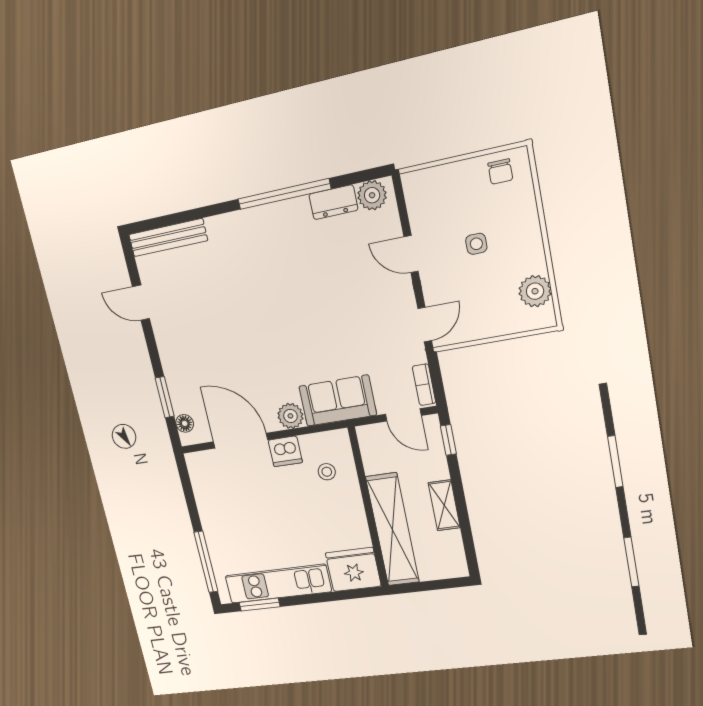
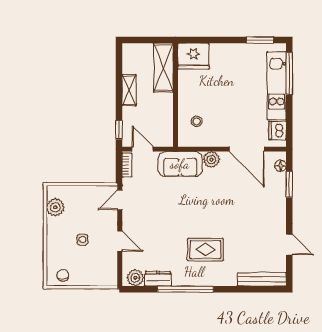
rug: (267, 268) -> (205, 250), added
dishwasher: (285, 451) -> (277, 130), moved, turned -90
shelving: (392, 530) -> (163, 68), width x0.68
kitchen unit: (278, 584) -> (277, 86), moved, turned 90

